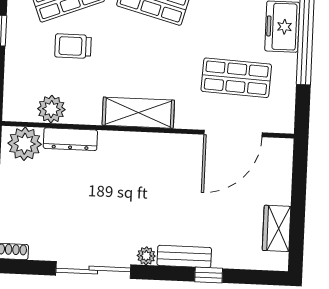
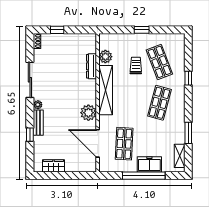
shelving: (138, 113) -> (106, 90), width x1.47
plant: (25, 144) -> (88, 113), moved

